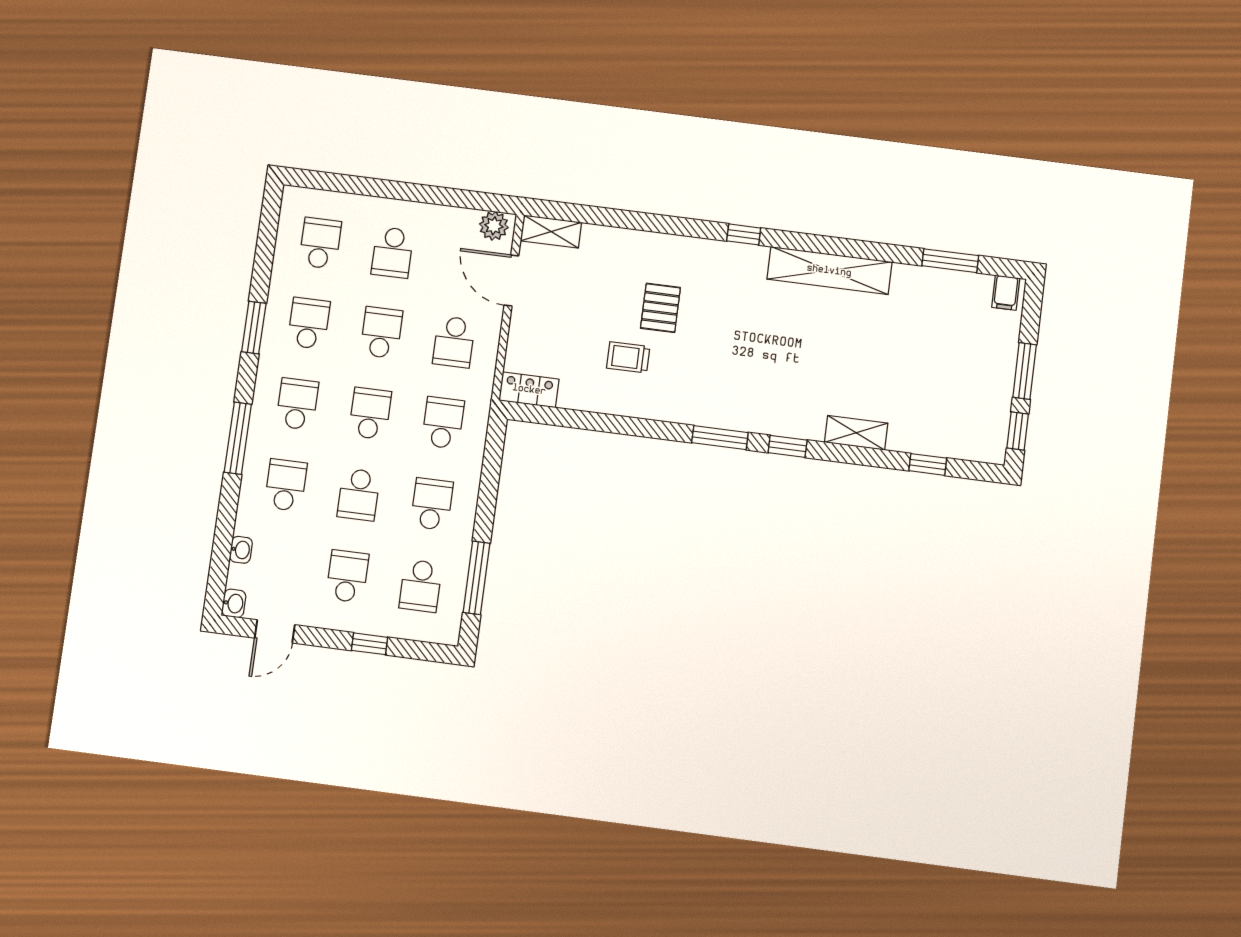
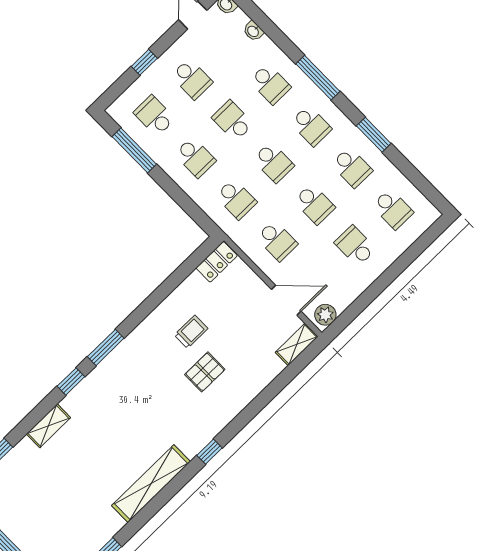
pallet: (660, 308) -> (205, 372), turned 90
school desk: (454, 342) -> (277, 241), turned 180

